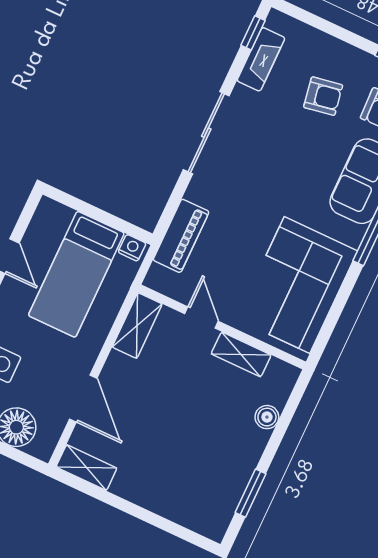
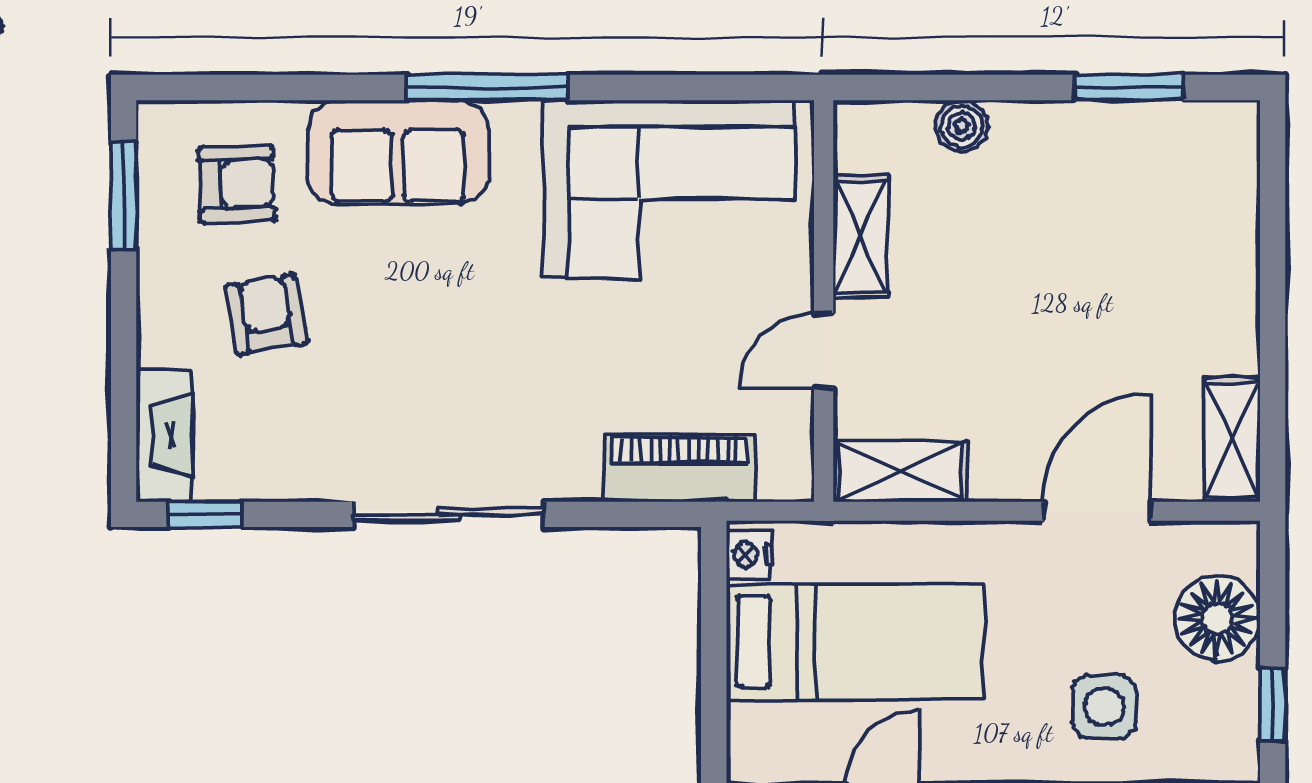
fireplace: (261, 59) -> (164, 436), moved, turned 90

